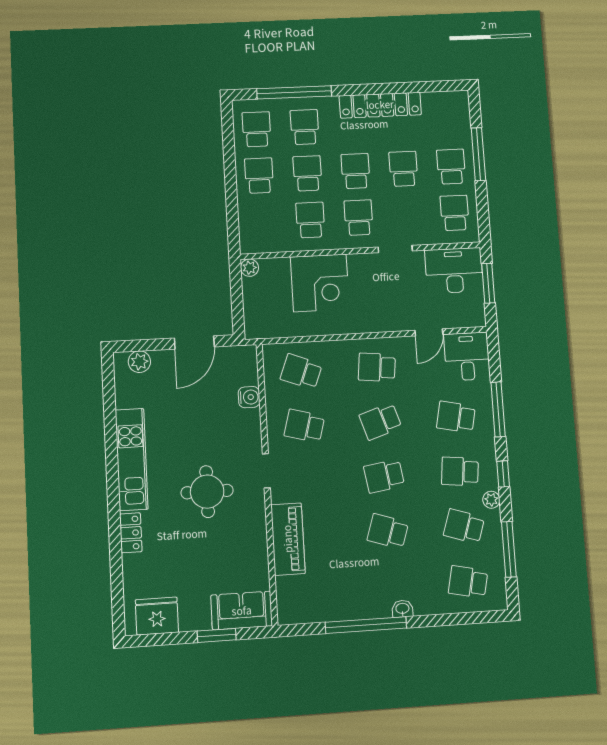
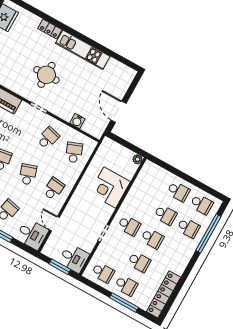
locker: (380, 105) -> (164, 294), moved
school desk: (310, 220) -> (142, 202), removed
desk: (454, 270) -> (74, 258), width x0.73
plant: (139, 362) -> (125, 81), removed
school desk: (301, 372) -> (74, 152), turned -42

